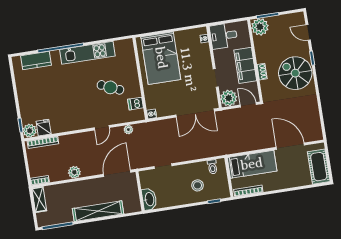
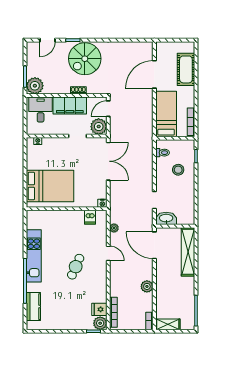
desk: (224, 36) -> (41, 110), moved, turned 180
cafe table: (110, 87) -> (76, 267), moved
cot: (319, 167) -> (186, 69), moved, turned 90
washbasin: (149, 199) -> (166, 218), moved
shelving: (98, 211) -> (188, 252), moved

